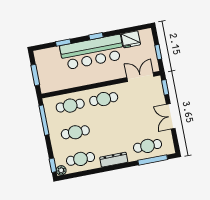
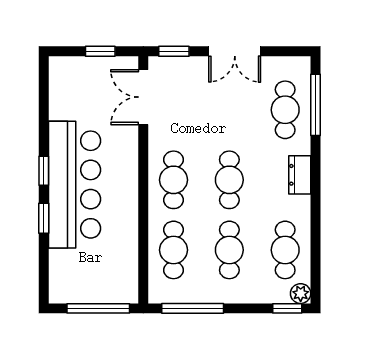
fridge: (131, 39) -> (64, 102), removed
window: (63, 43) -> (44, 218), moved
window: (35, 75) -> (98, 308), width x1.44
cafe table: (109, 126) -> (229, 180), added
dresser: (114, 160) -> (300, 175), width x0.70

